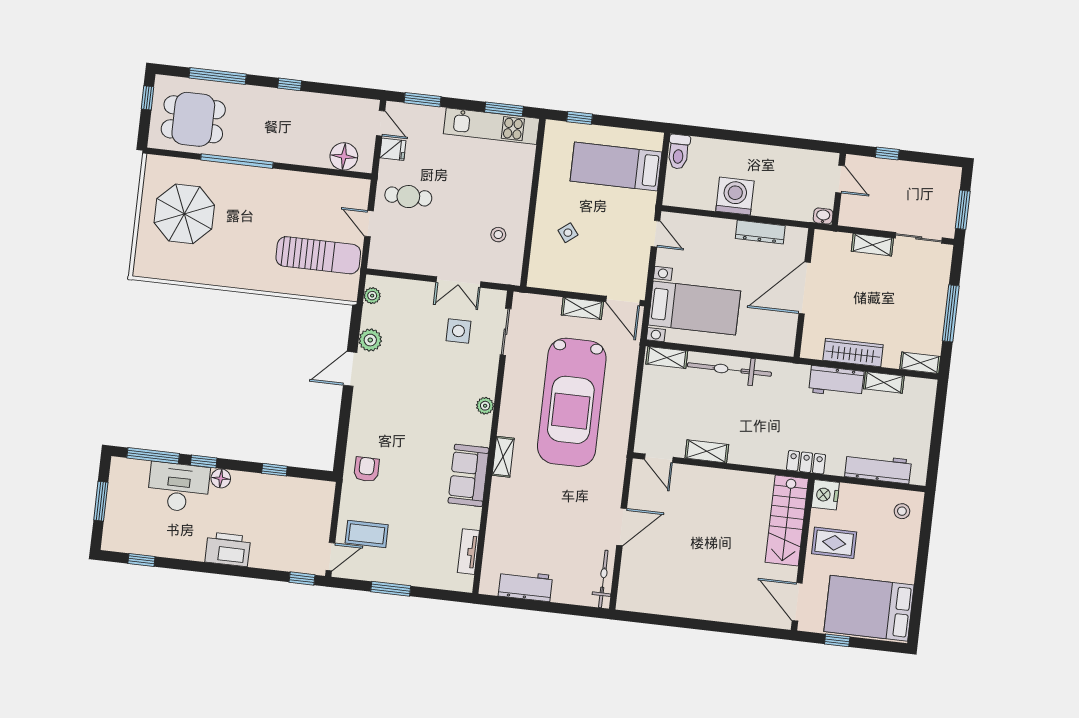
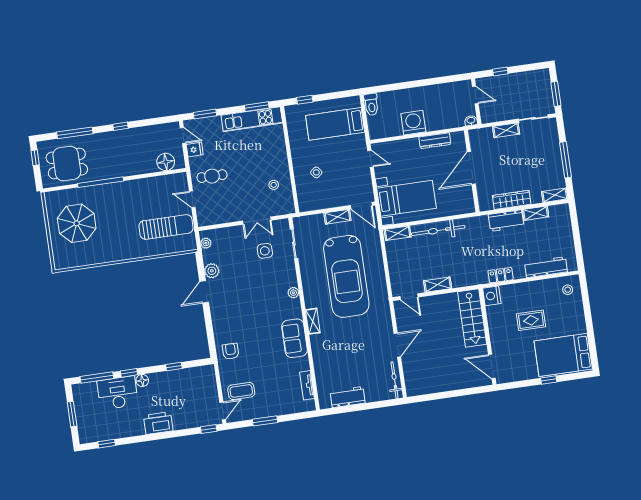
nightstand: (825, 495) -> (492, 296), moved
stairs: (787, 521) -> (472, 318), moved
wall: (803, 555) -> (488, 336), moved
door: (797, 602) -> (492, 366), moved

